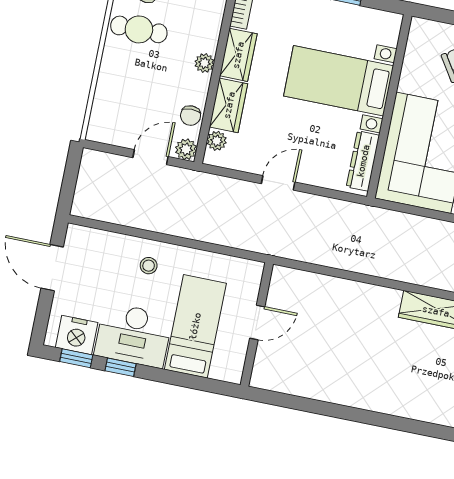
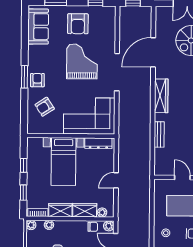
plant: (204, 63) -> (49, 225), moved
door: (278, 183) -> (116, 180), hinge flipped
bench: (357, 291) -> (159, 134), added

